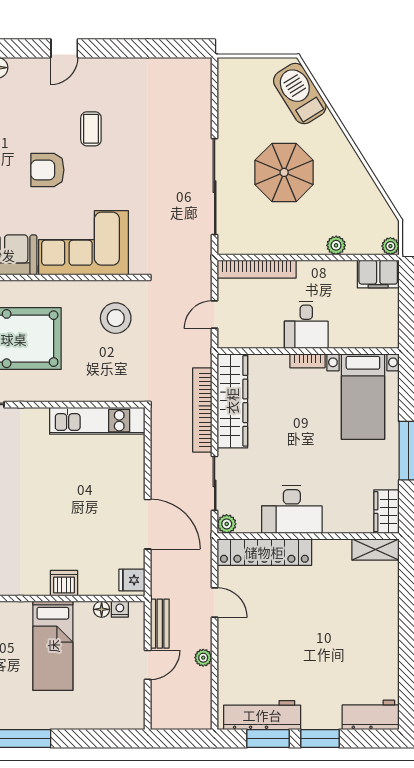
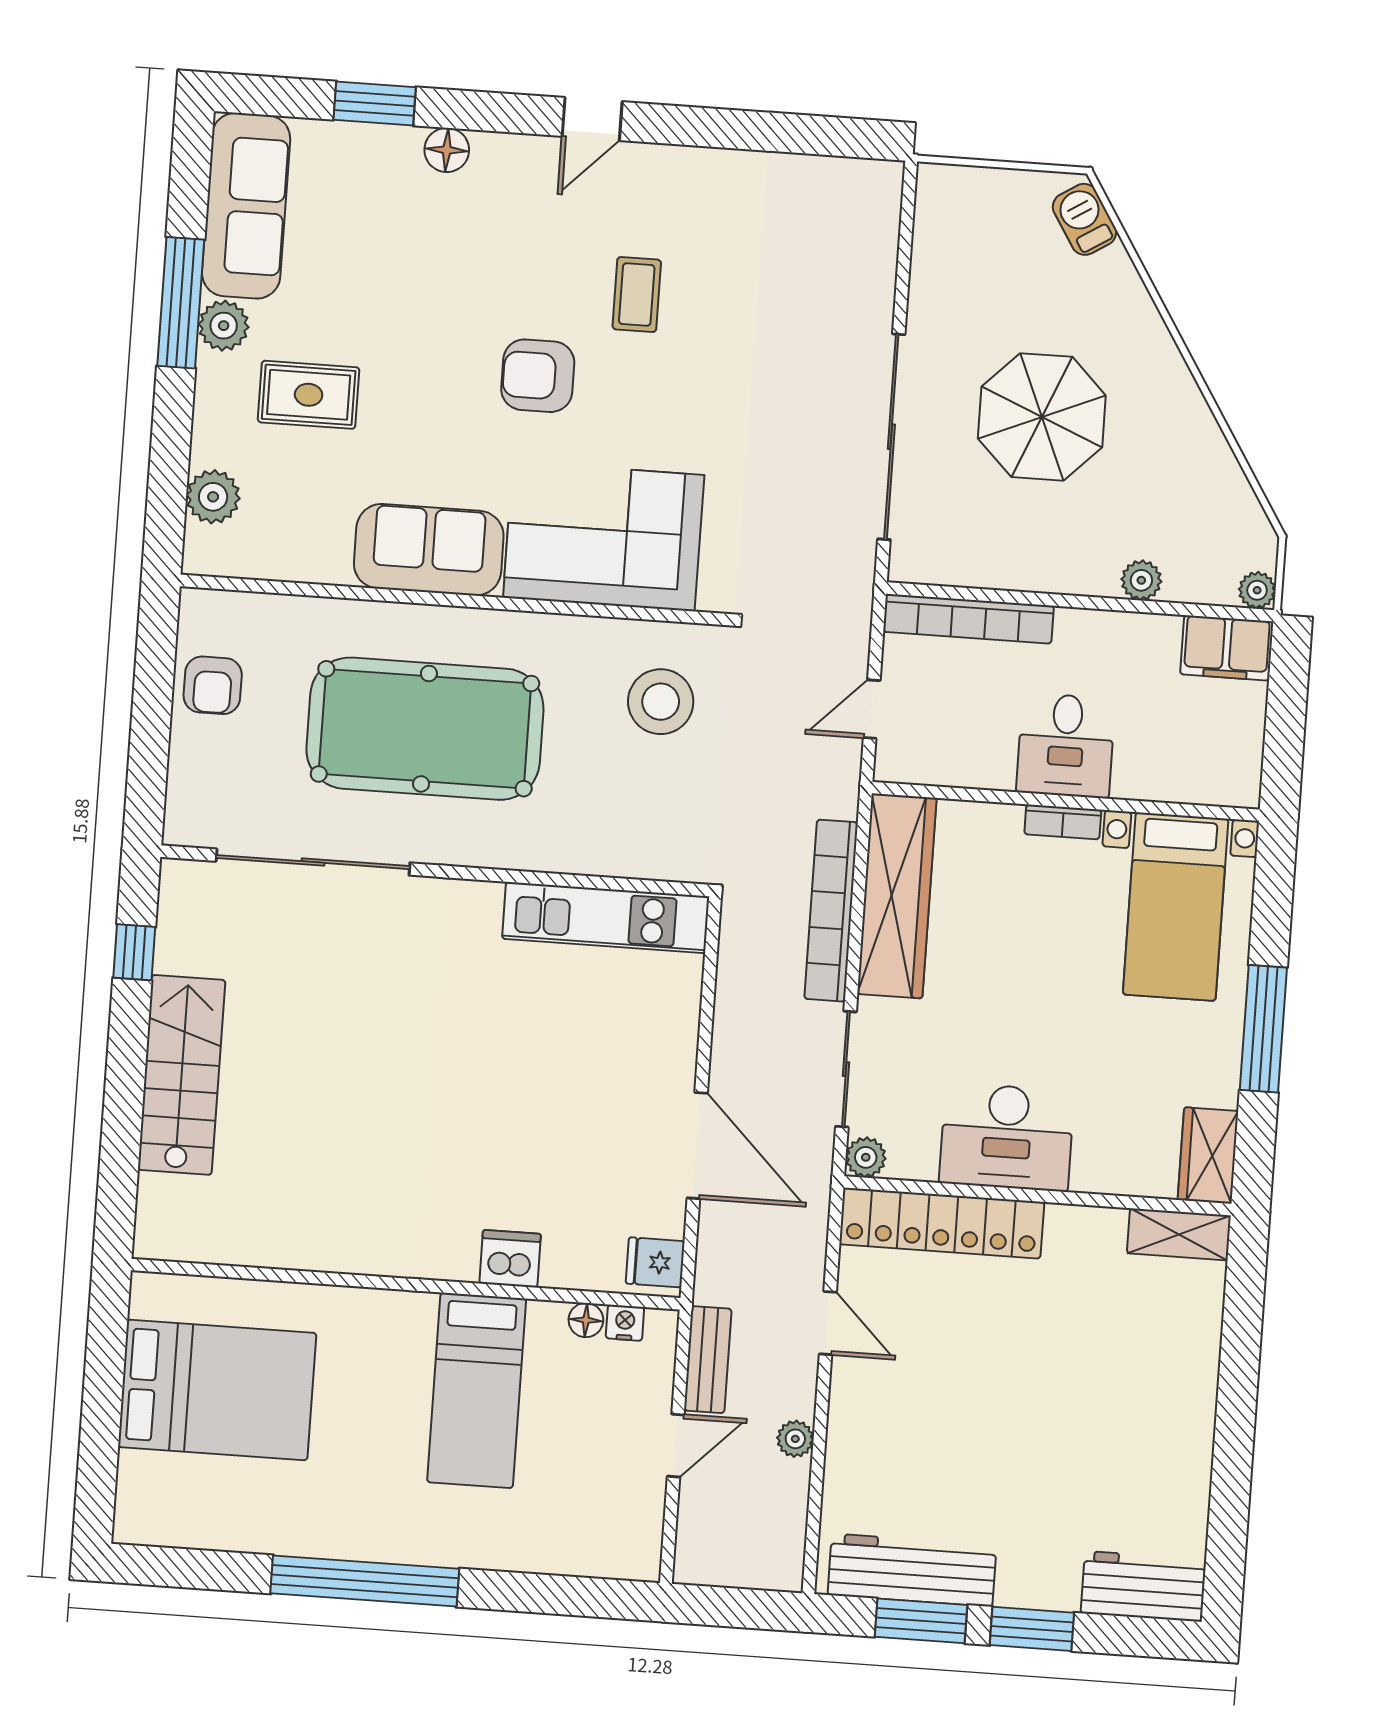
barbecue: (300, 94) -> (1085, 219), width x0.53, depth x0.65

